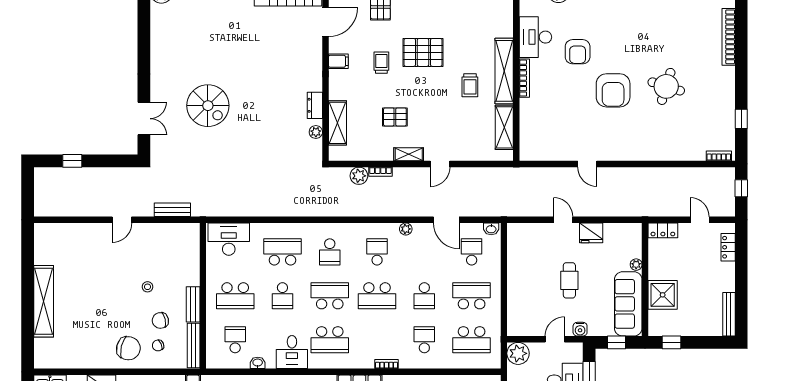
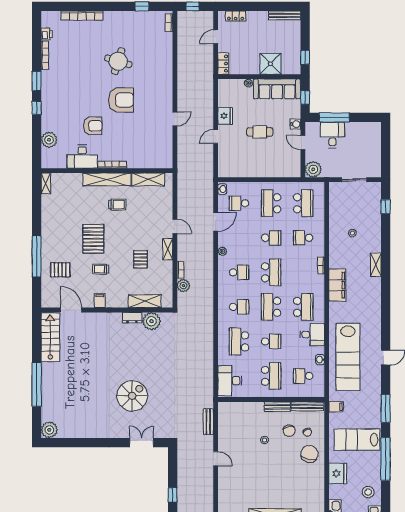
plant: (316, 132) -> (151, 321), width x1.88, depth x1.88
school desk: (377, 252) -> (239, 272), turned 180

